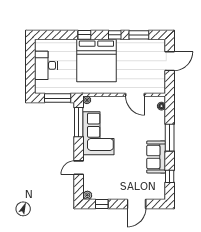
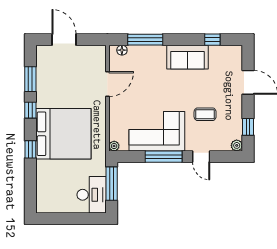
desk: (46, 65) -> (92, 195), moved, turned -90
window: (79, 122) -> (164, 157), moved
window: (170, 138) -> (145, 40), moved
coffee table: (112, 171) -> (205, 114), added

